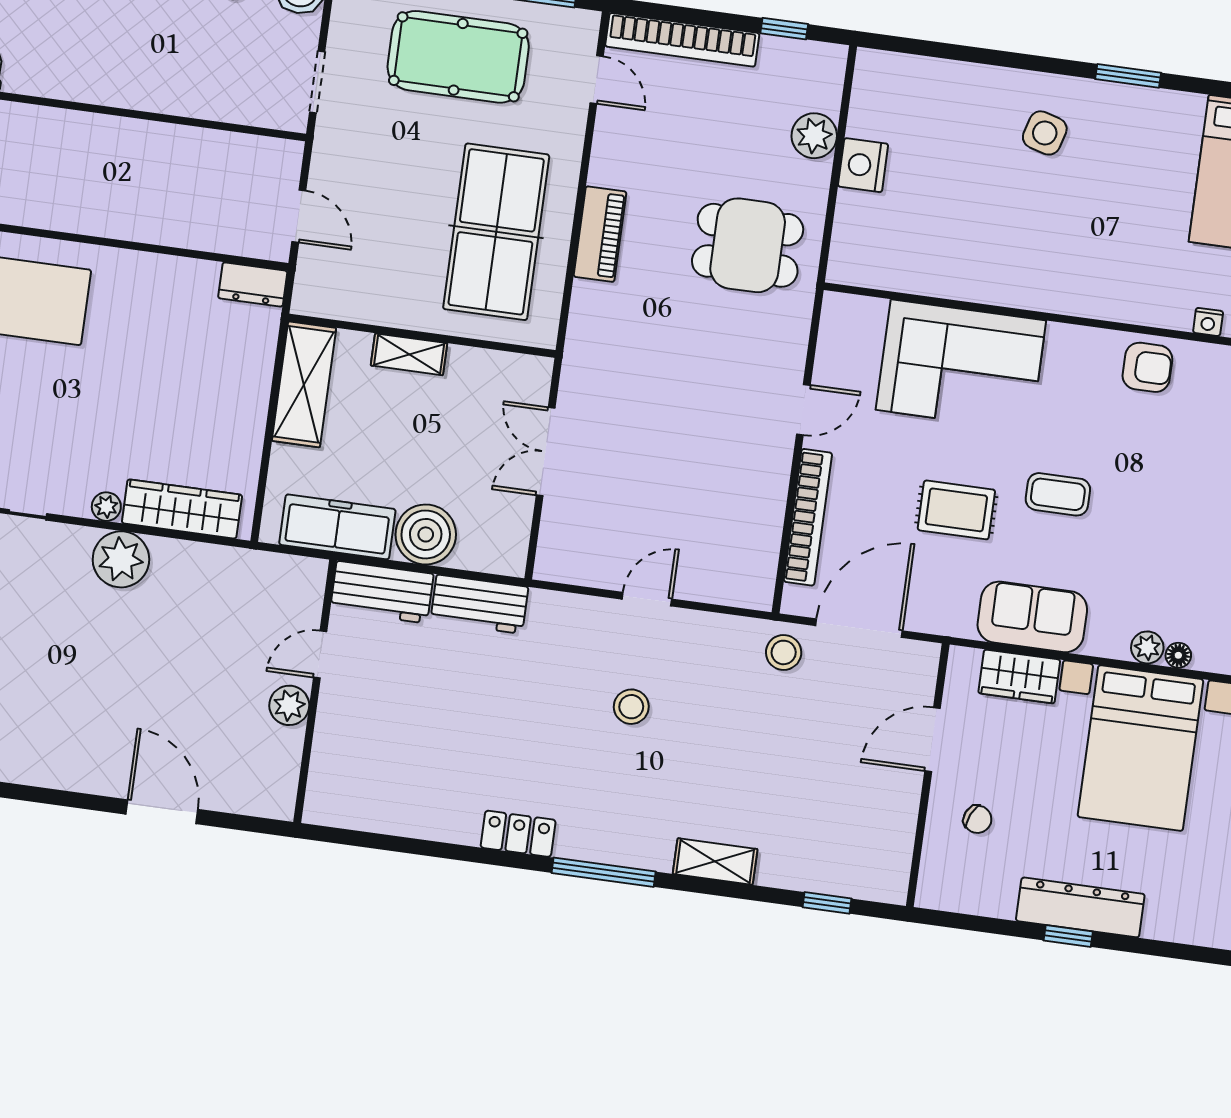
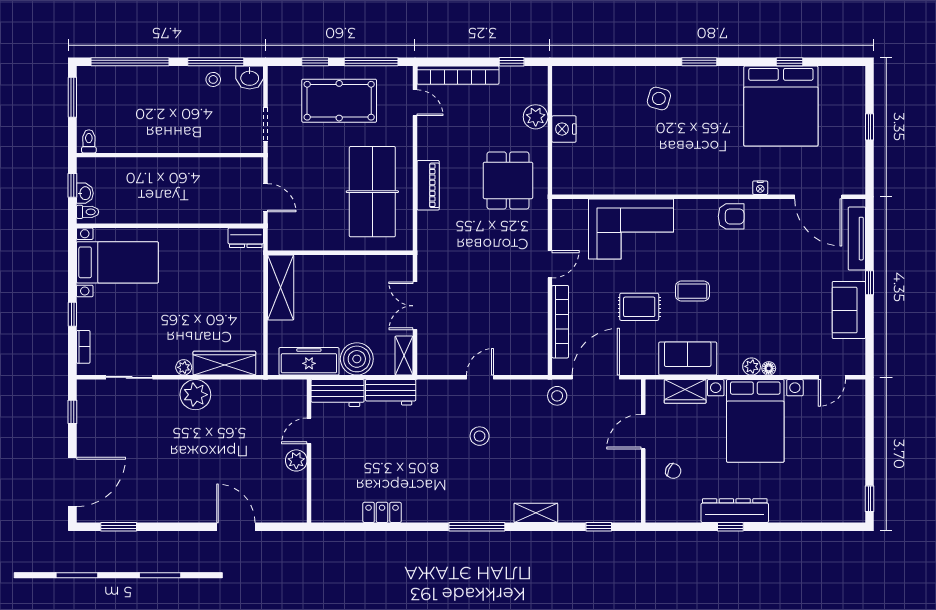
dining table: (748, 245) -> (508, 180), turned 90
shelving: (409, 354) -> (404, 356), moved, turned 90
locker: (518, 834) -> (382, 512), moved

